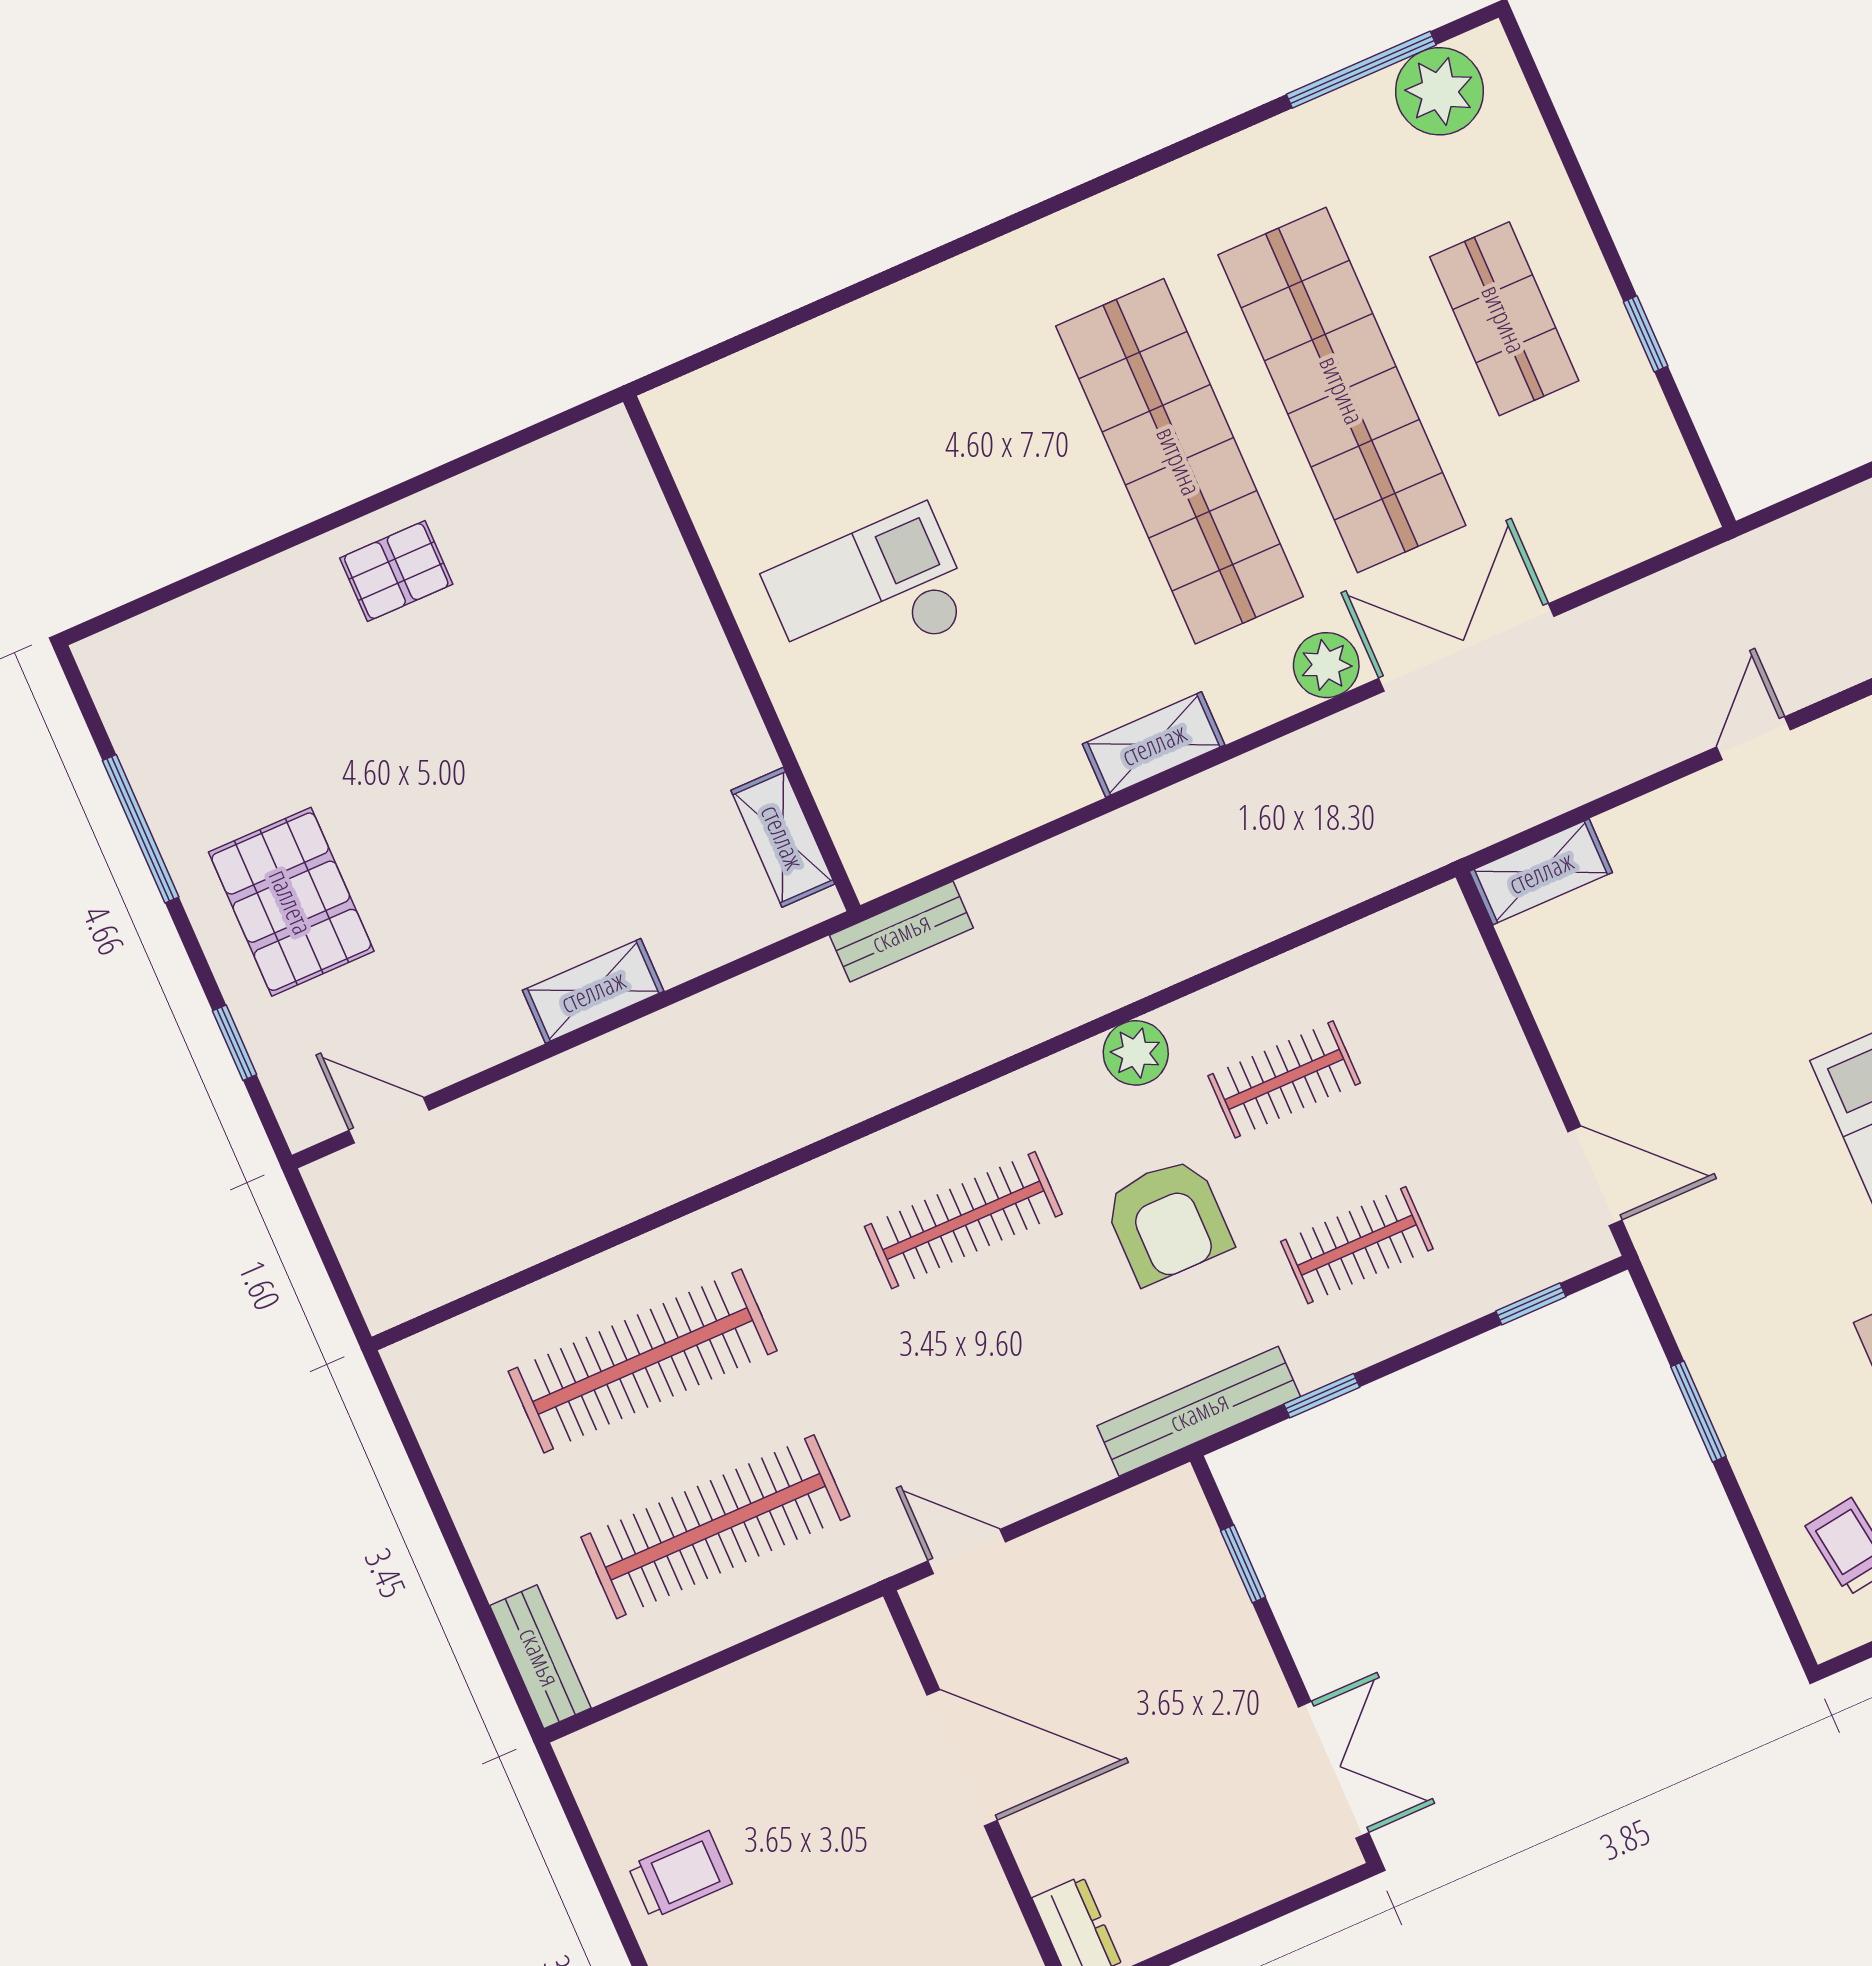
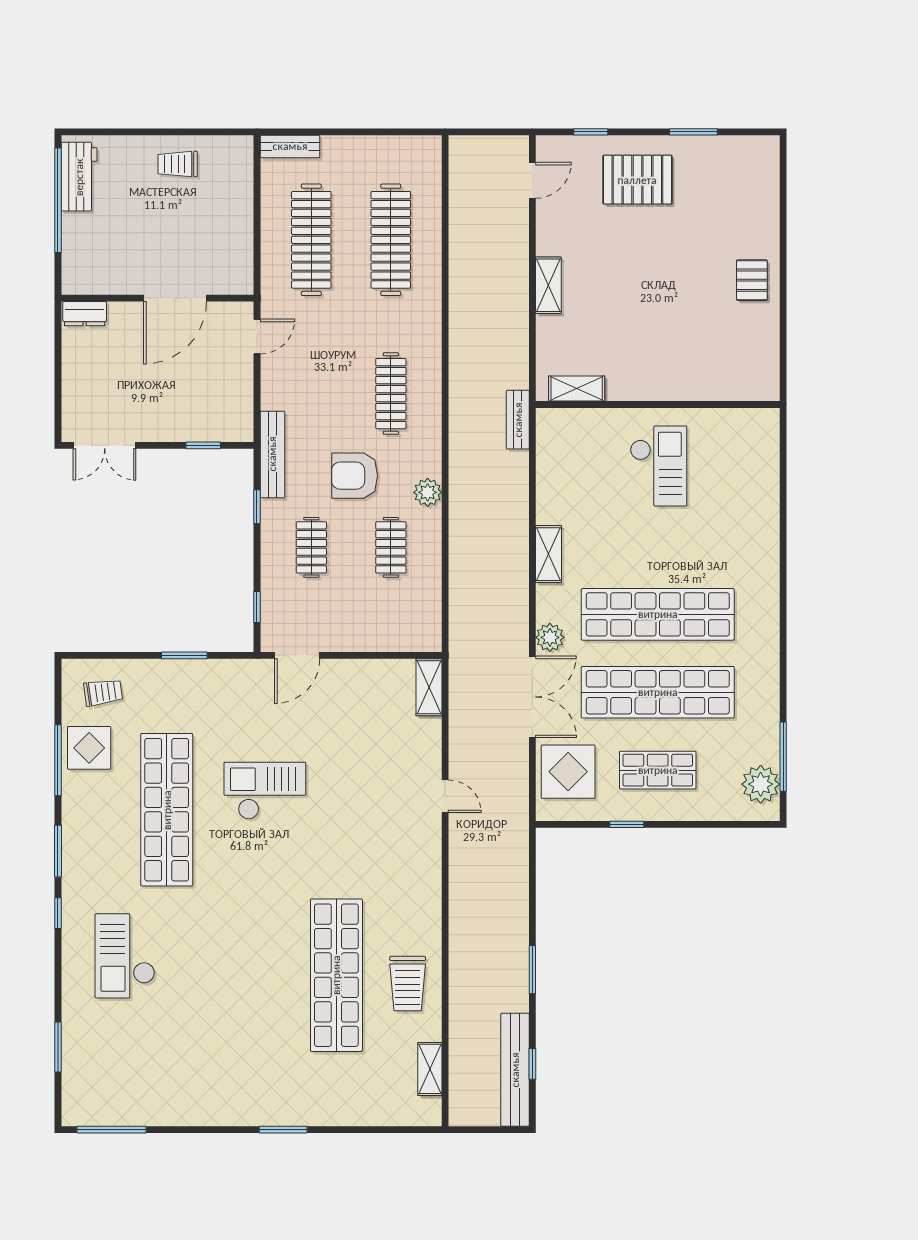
display table: (1590, 504) -> (568, 772), added
window: (141, 829) -> (693, 132), width x0.69
trolley: (680, 1875) -> (178, 164), turned 90

